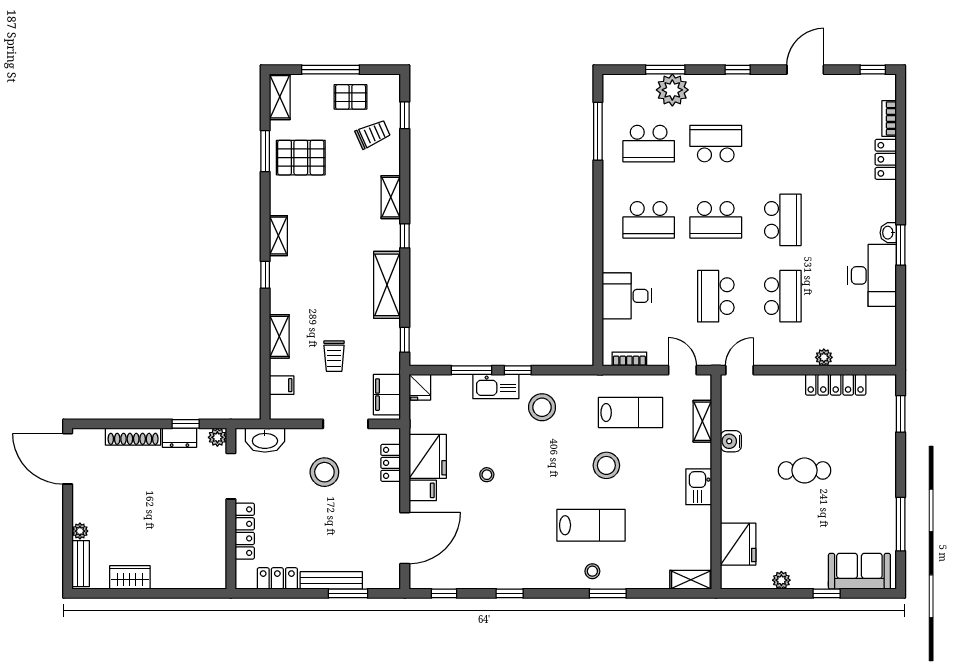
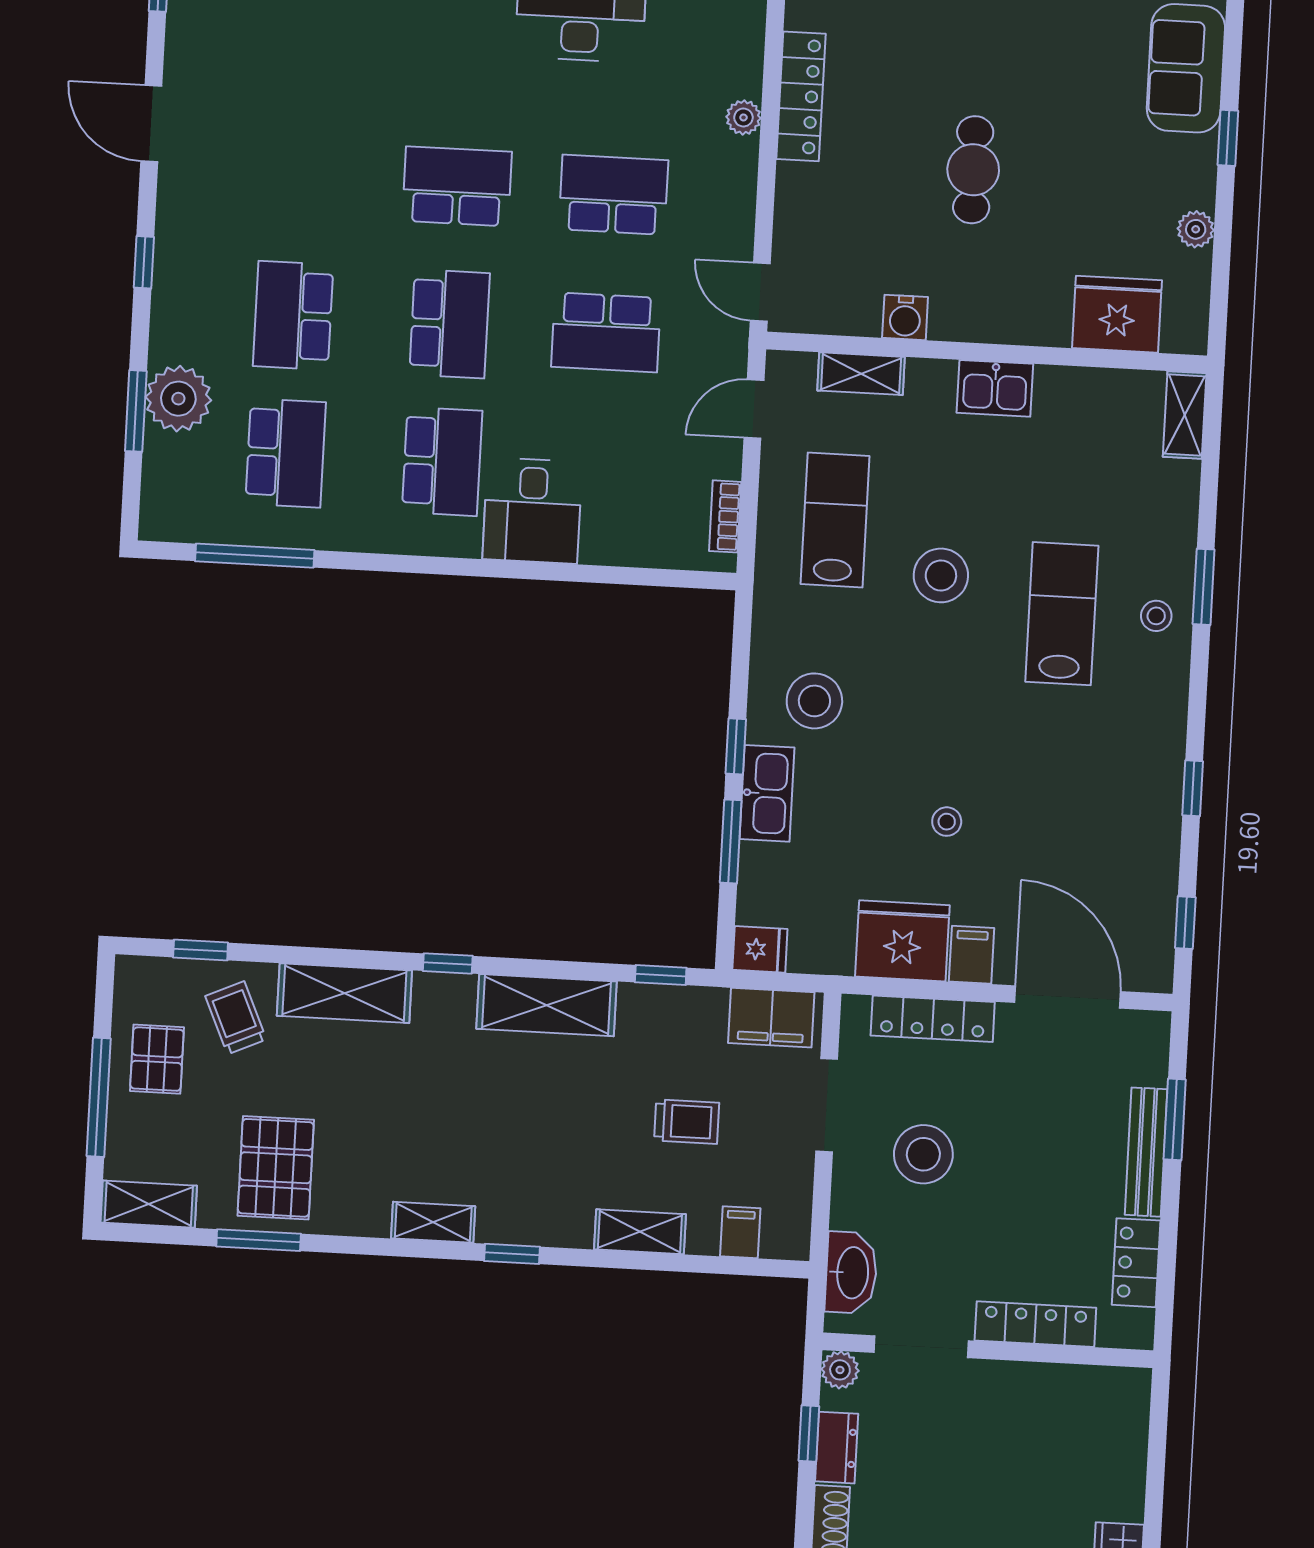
shelving: (391, 197) -> (344, 993), width x1.50, depth x1.33
desk: (627, 296) -> (532, 511), moved
locker: (391, 463) -> (933, 1019), width x1.53

